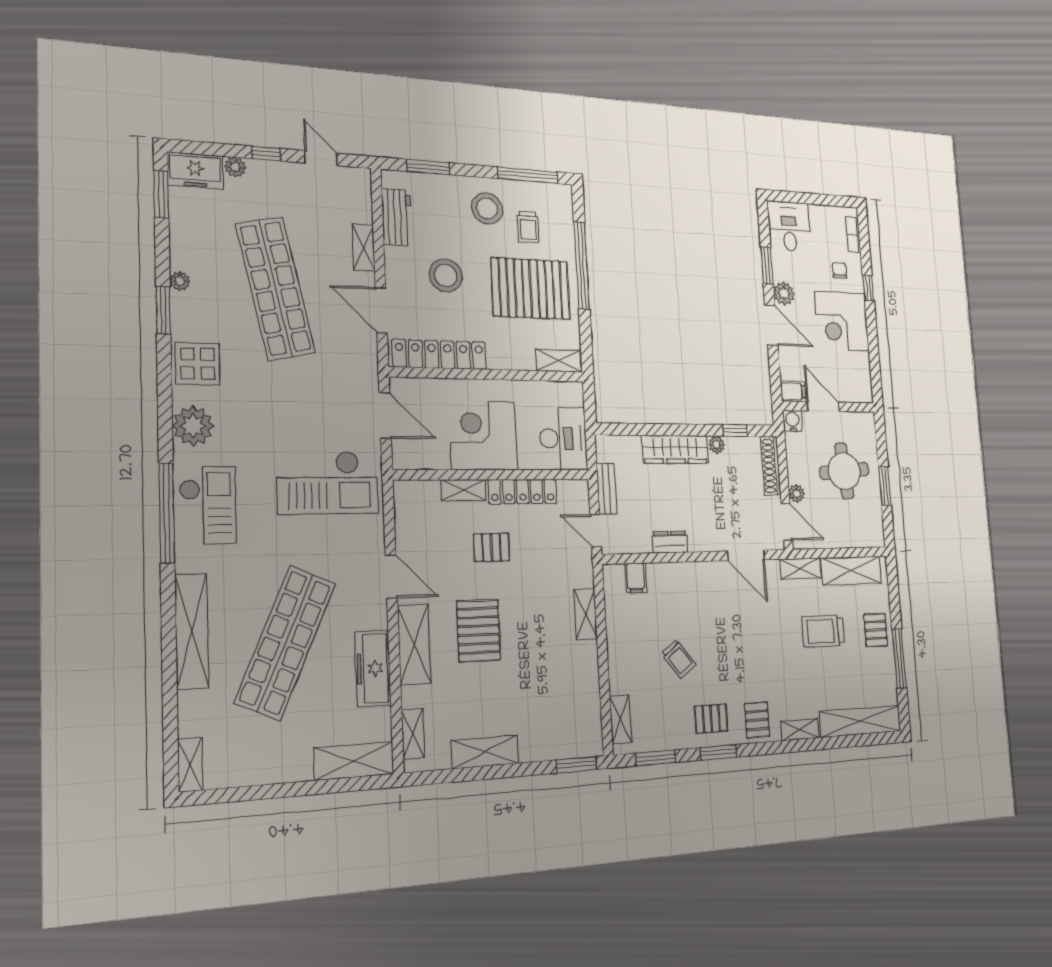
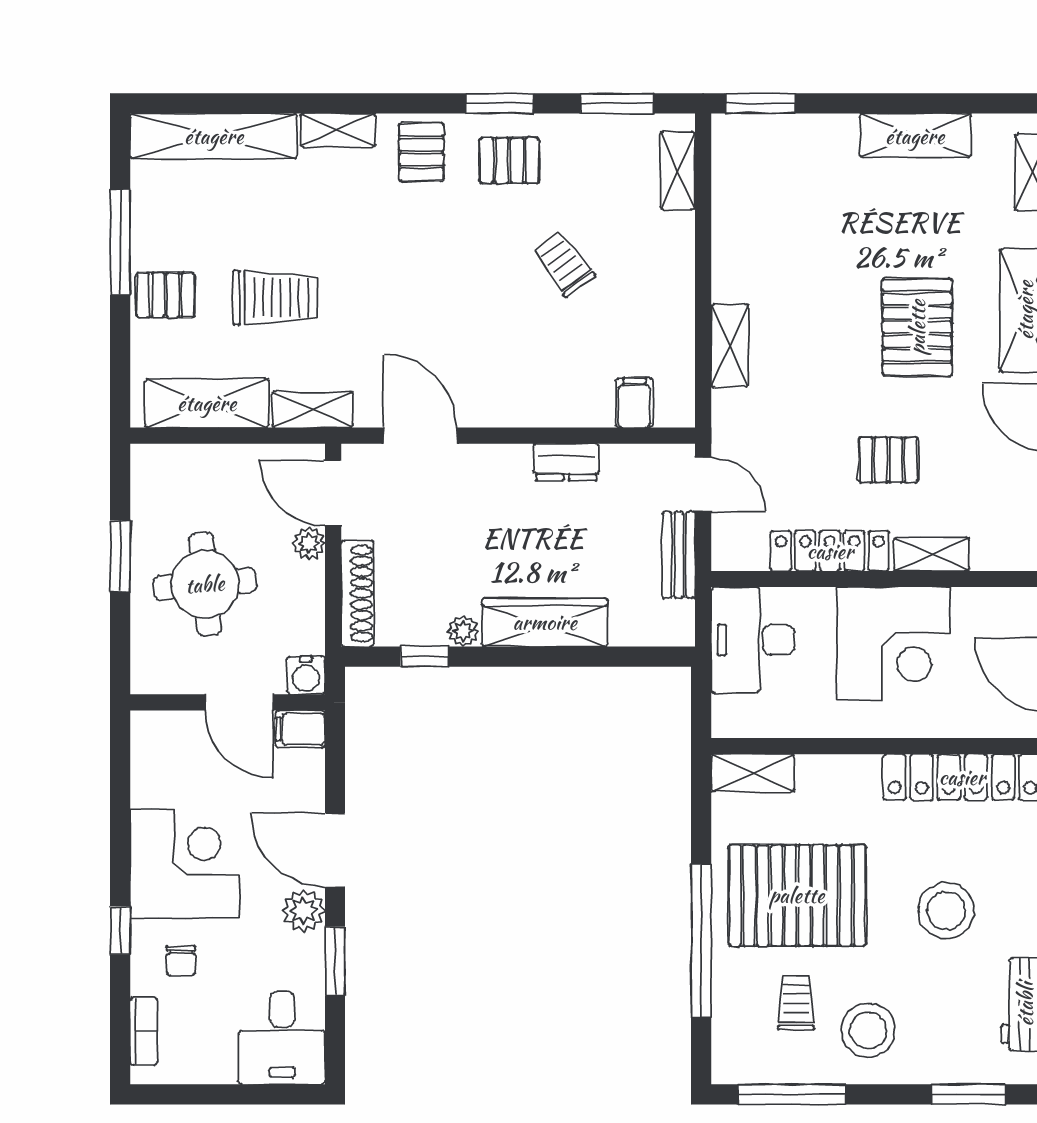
pallet: (876, 630) -> (165, 295), turned 90

